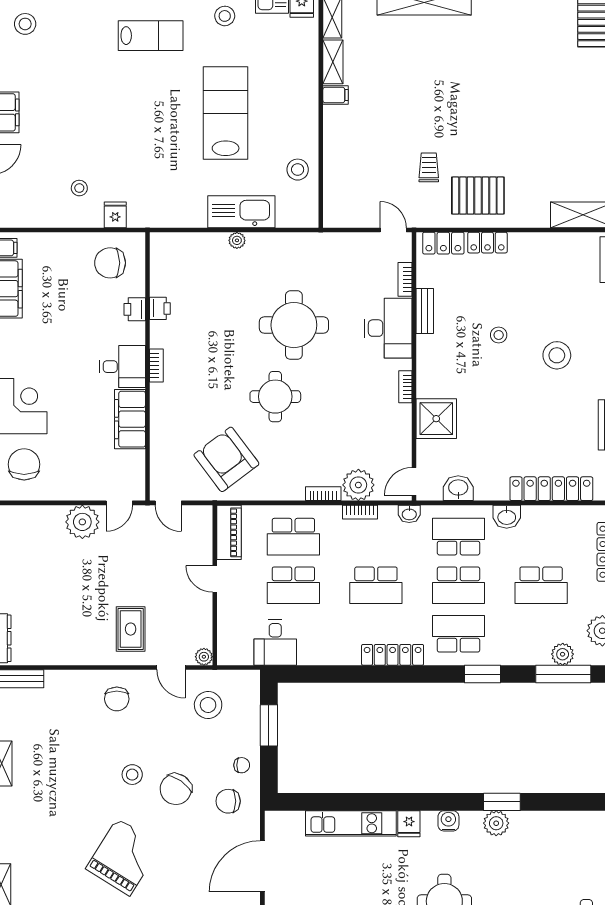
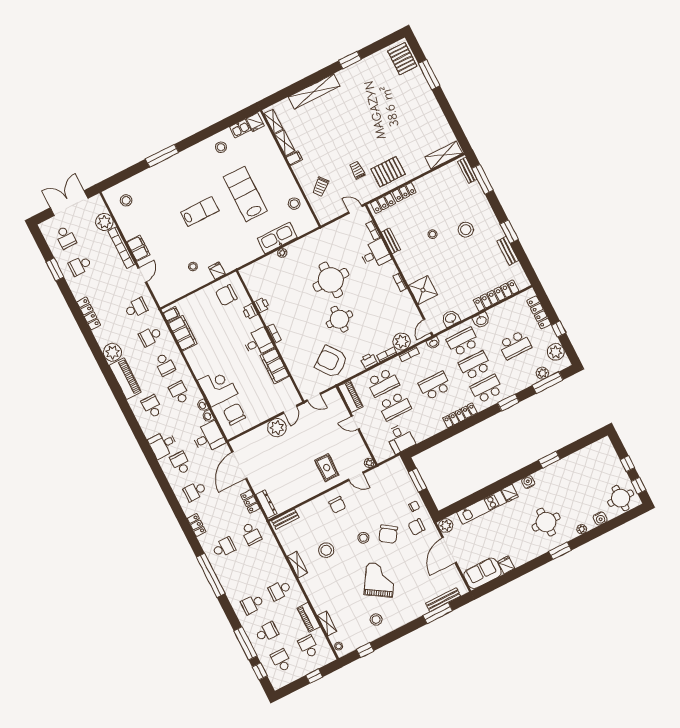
lab bench: (151, 36) -> (200, 211), moved
trolley: (355, 164) -> (321, 187), added
desk: (388, 328) -> (375, 254), width x0.73
printer: (289, 489) -> (369, 361), added
school desk: (376, 585) -> (435, 386), turned 180
school desk: (459, 585) -> (475, 365), turned 180
stool: (208, 705) -> (326, 550), moved
plant: (496, 823) -> (446, 526), moved

